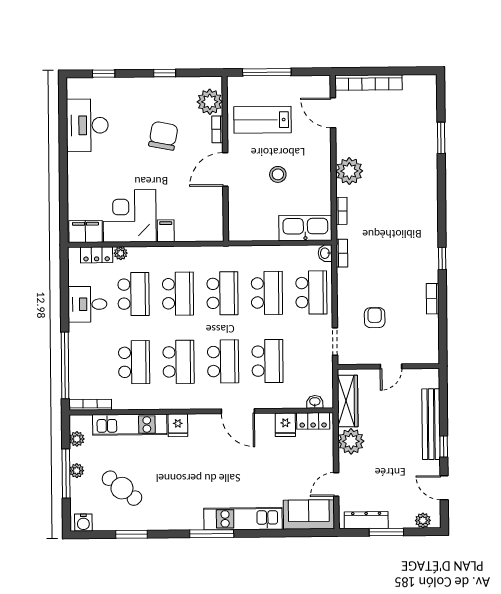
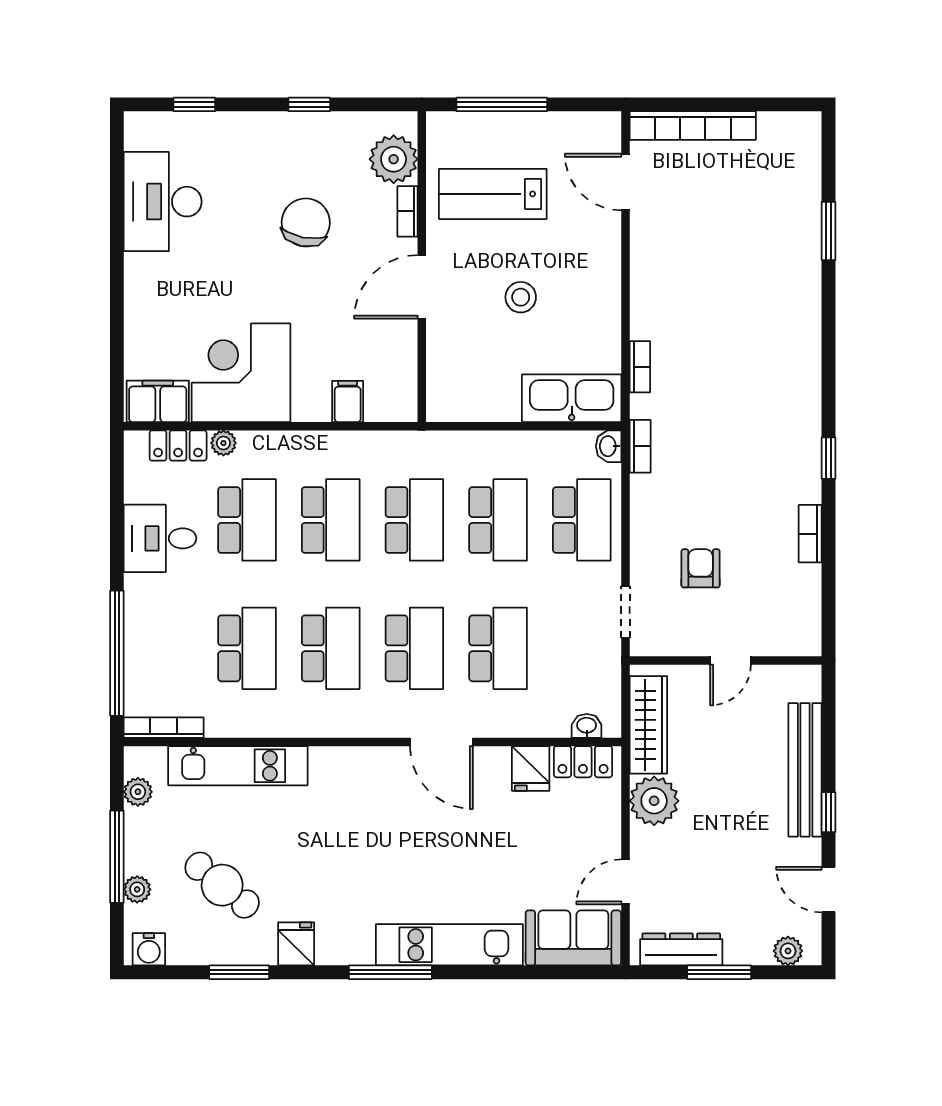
plant: (349, 171) -> (655, 292), removed
filing cabinet: (166, 231) -> (348, 401), moved
fridge: (178, 425) -> (296, 944), moved, turned 180
plant: (77, 471) -> (137, 889), moved

